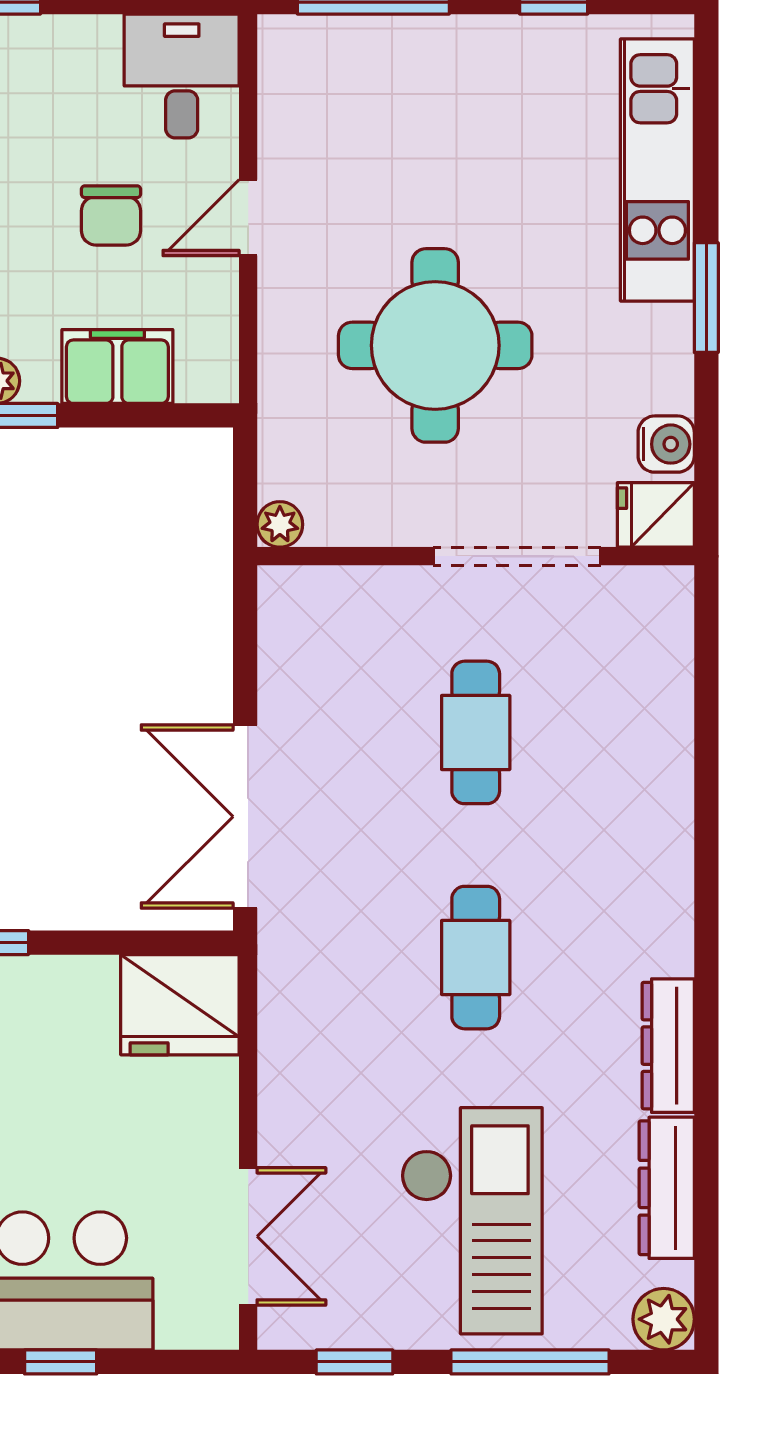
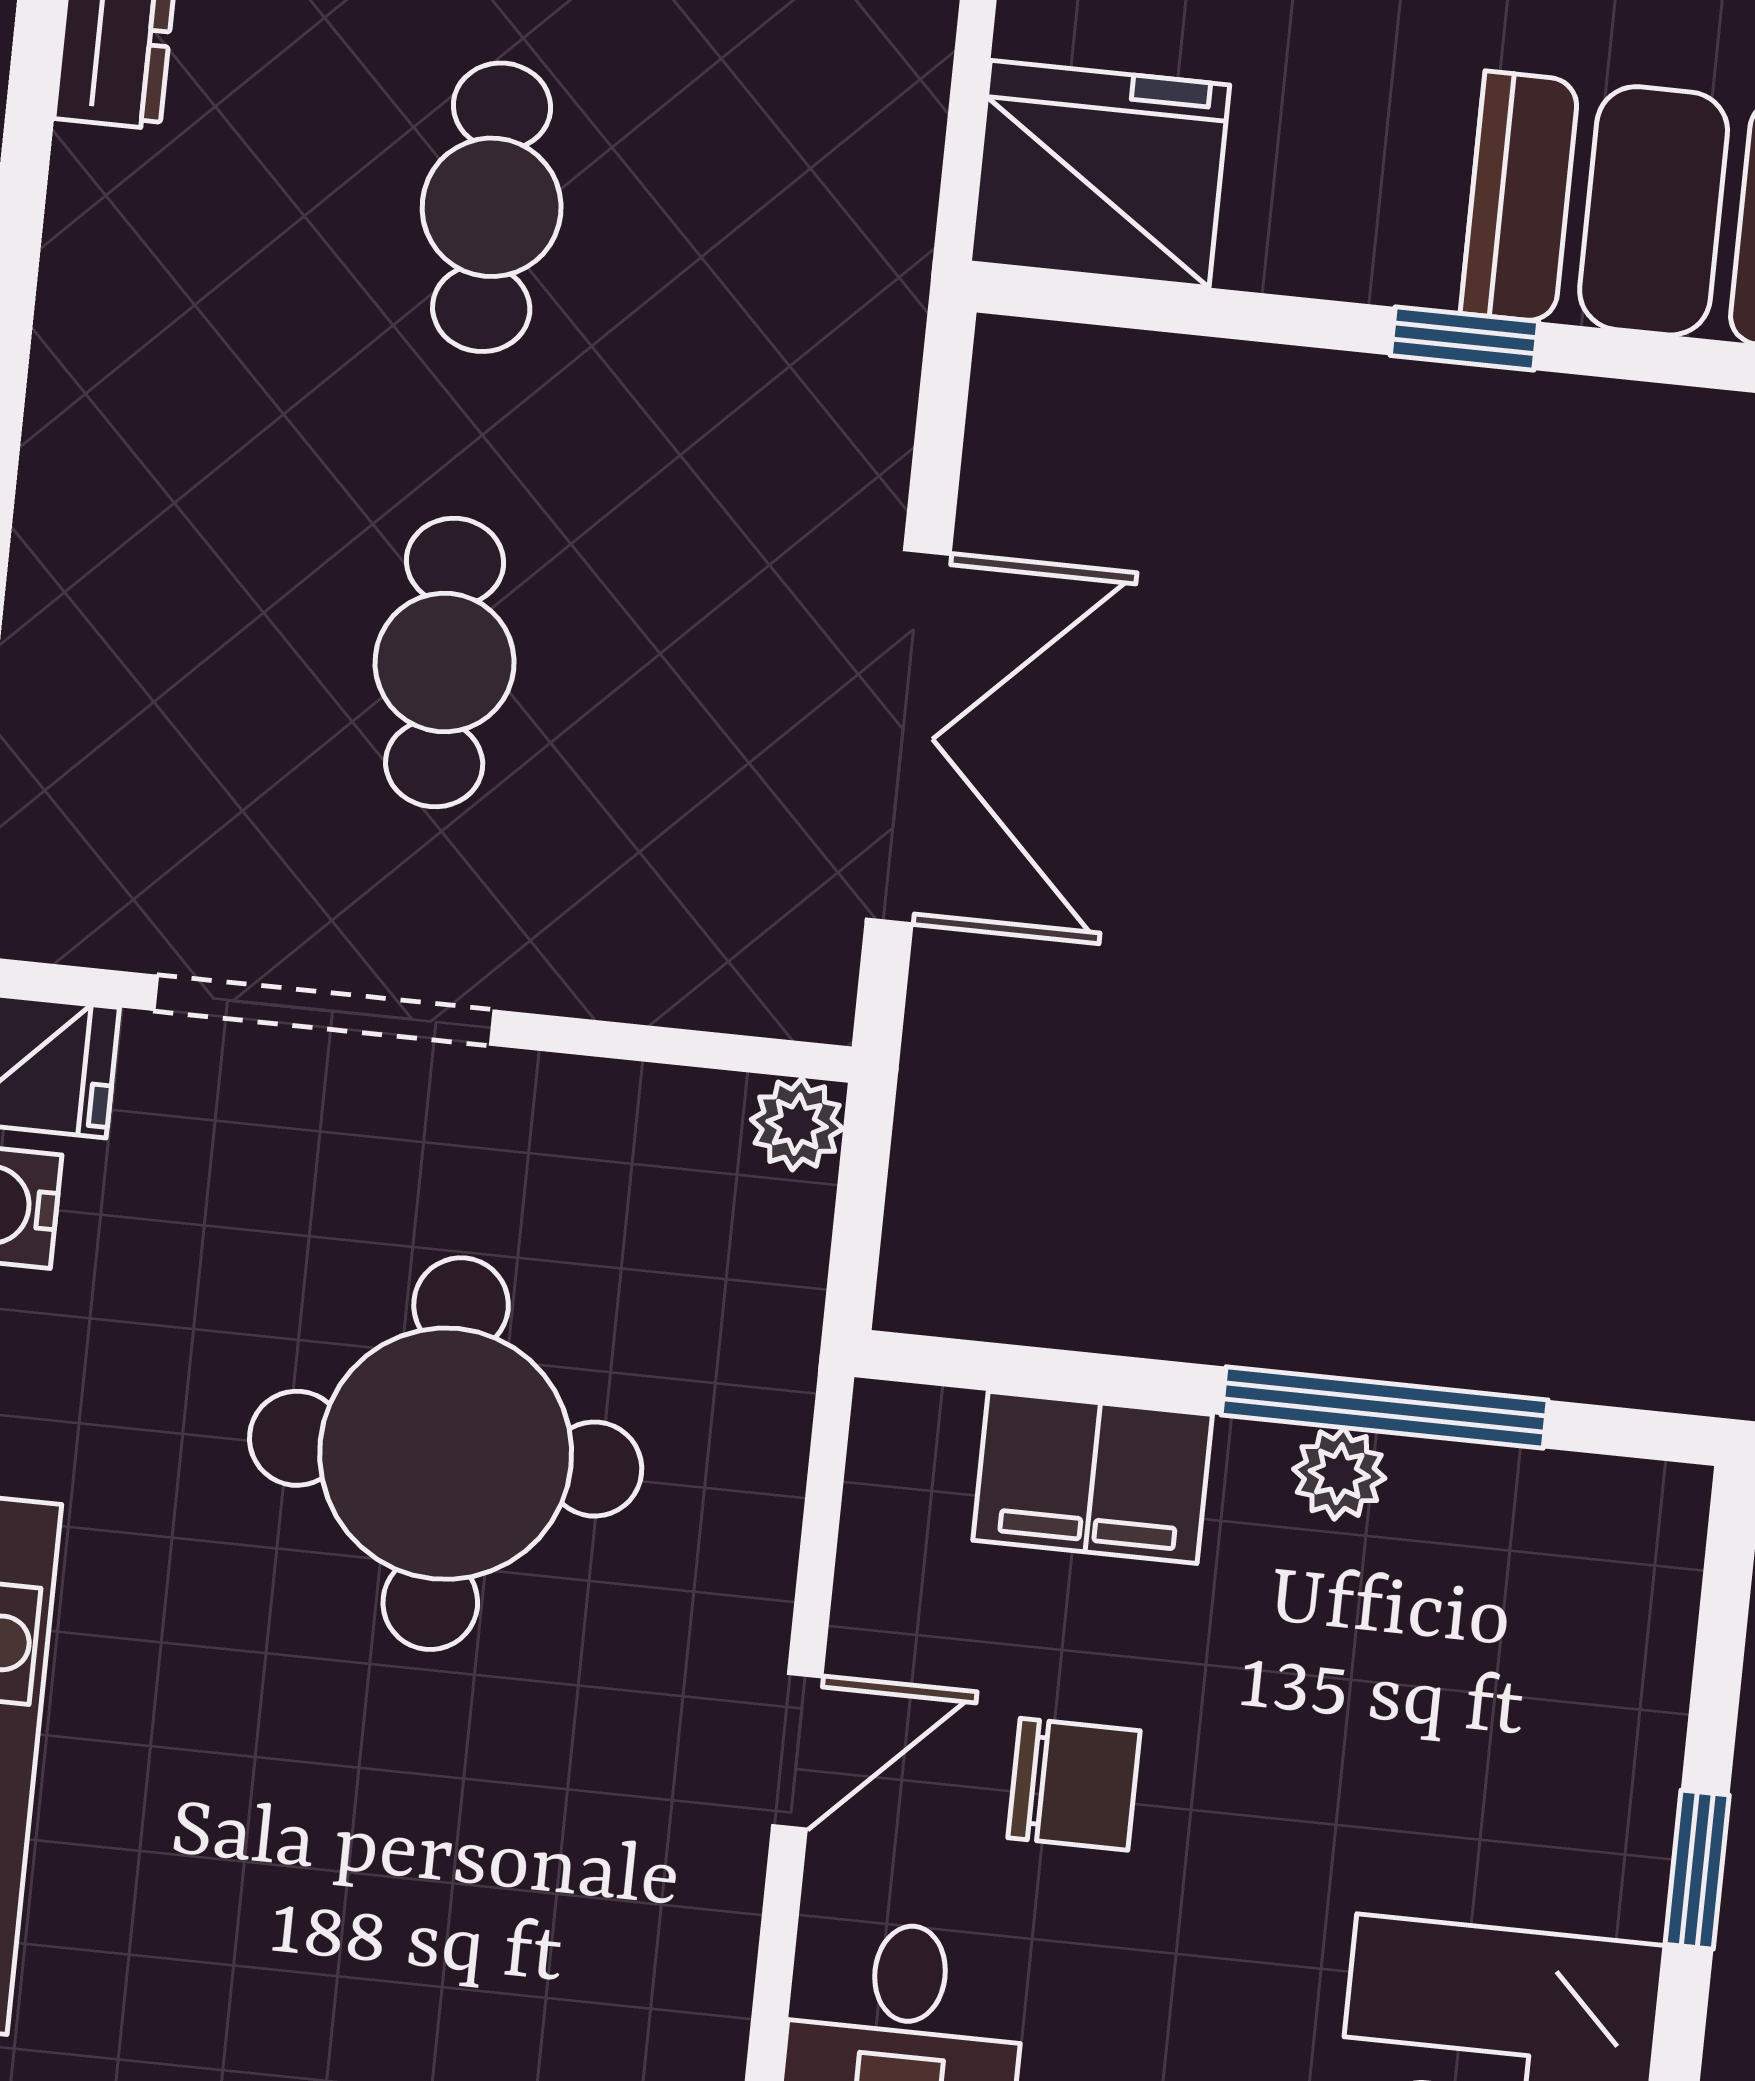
chair: (111, 215) -> (1074, 1784), turned 90
double door: (245, 817) -> (908, 737), moved

